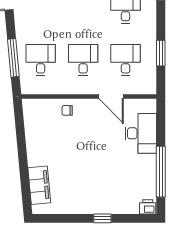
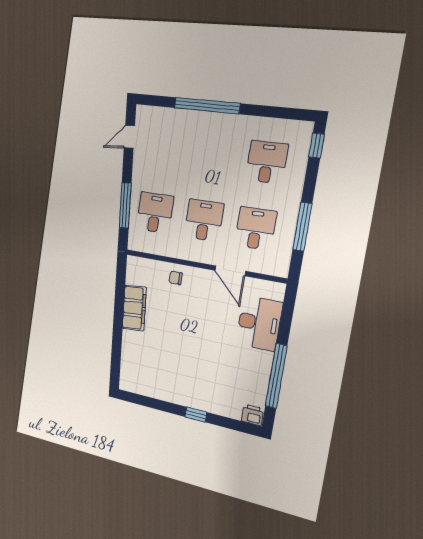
window: (161, 53) -> (302, 227), width x1.44
filing cabinet: (39, 185) -> (134, 308), moved

